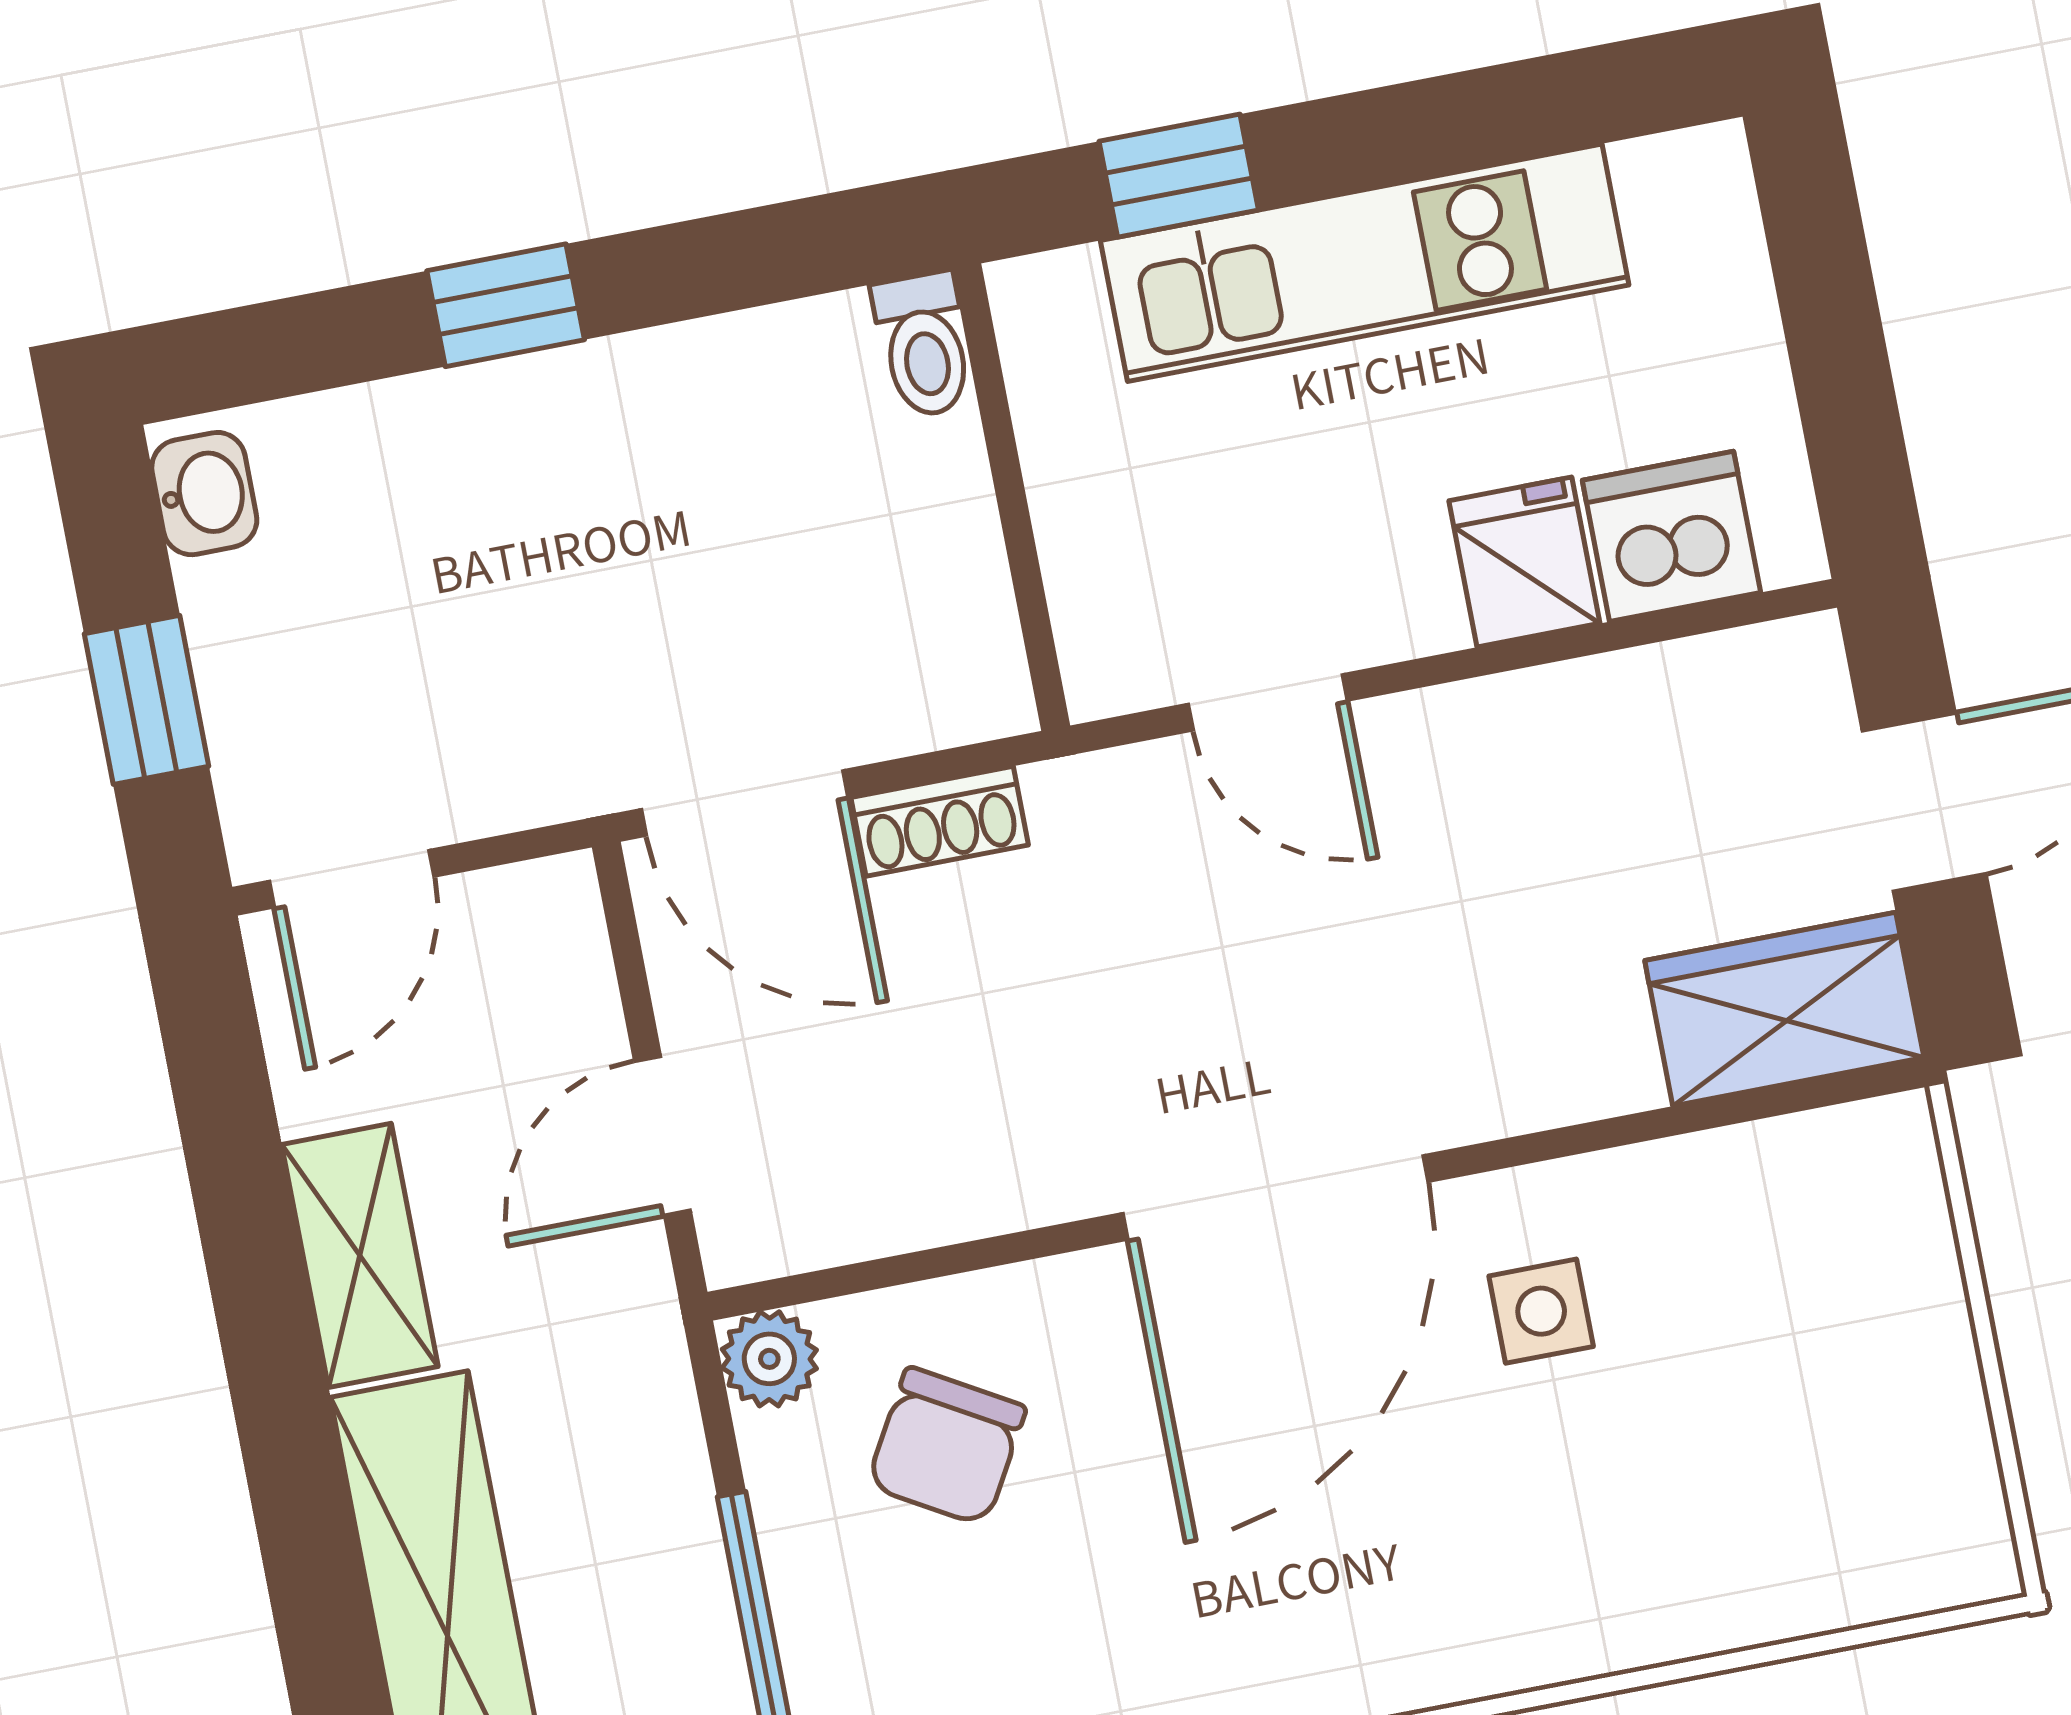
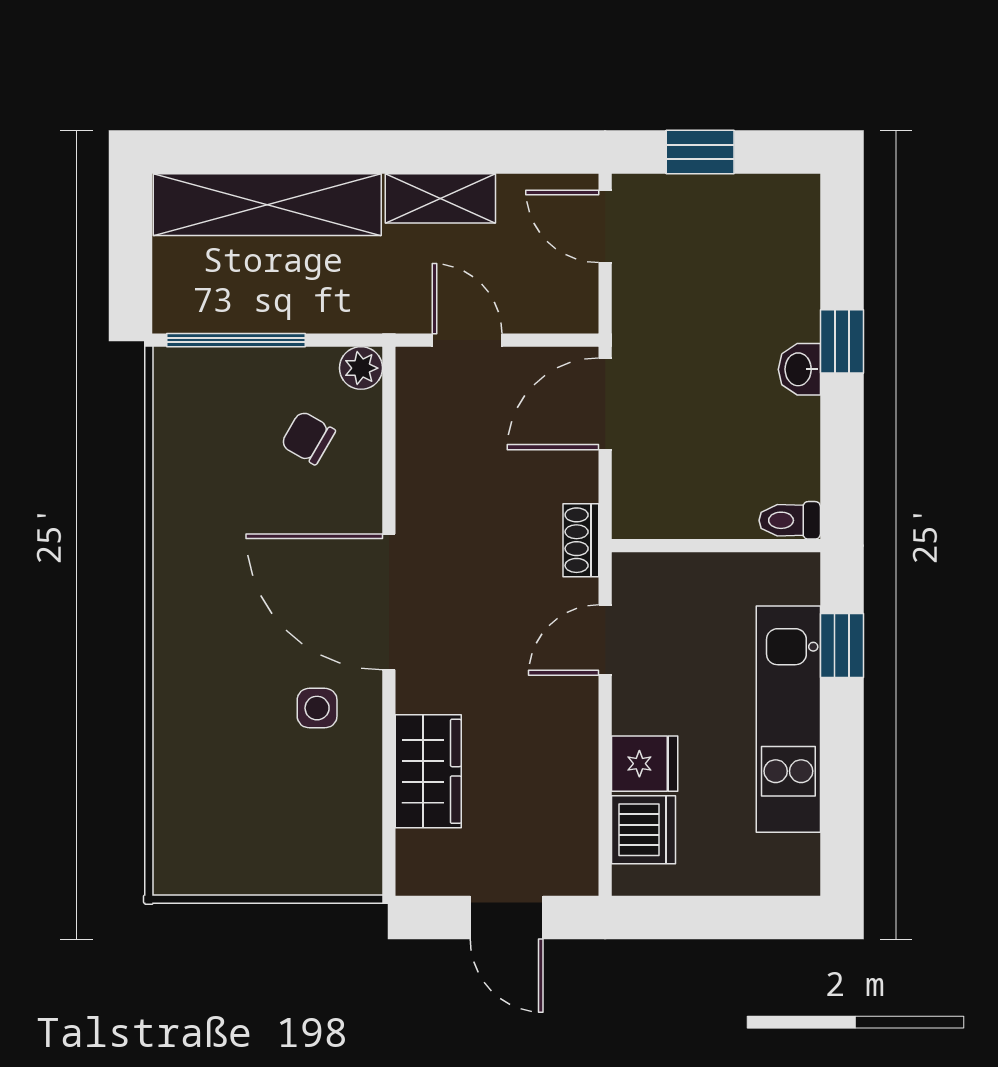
washbasin: (204, 494) -> (799, 369), moved, turned 90
shoe rack: (940, 821) -> (581, 540), moved
wardrobe: (1784, 1009) -> (428, 771), moved
chair: (946, 1446) -> (308, 438), width x0.73, depth x0.73

